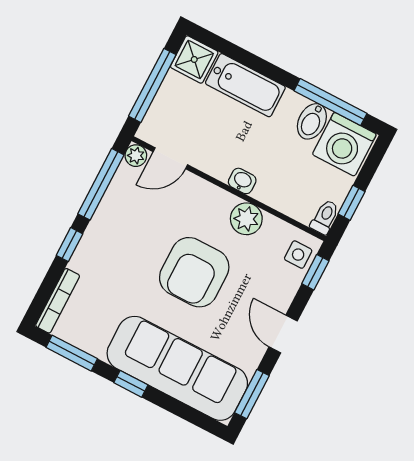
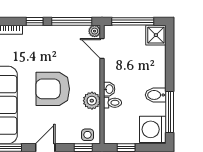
bathtub: (245, 85) -> (156, 66), removed
bidet: (312, 121) -> (156, 95), moved
toilet: (325, 217) -> (112, 103), moved

